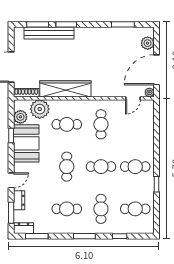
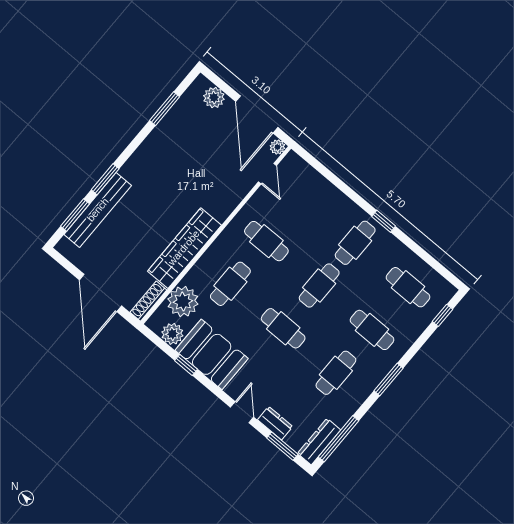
window: (156, 184) -> (384, 221), moved
cafe table: (135, 209) -> (408, 287), turned 90
dresser: (24, 228) -> (319, 442), width x1.44
window: (37, 236) -> (338, 439), width x1.44
window: (120, 236) -> (442, 315), moved

